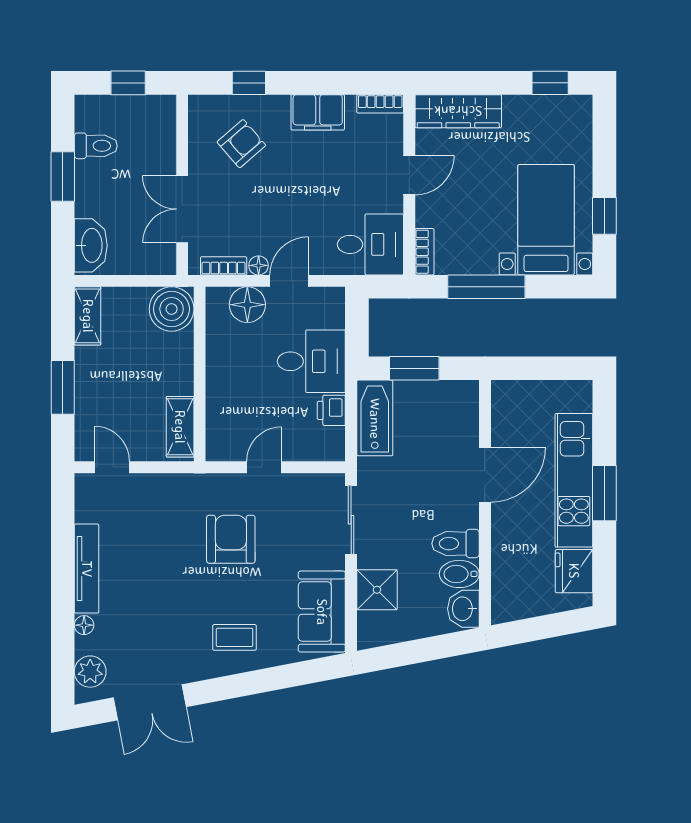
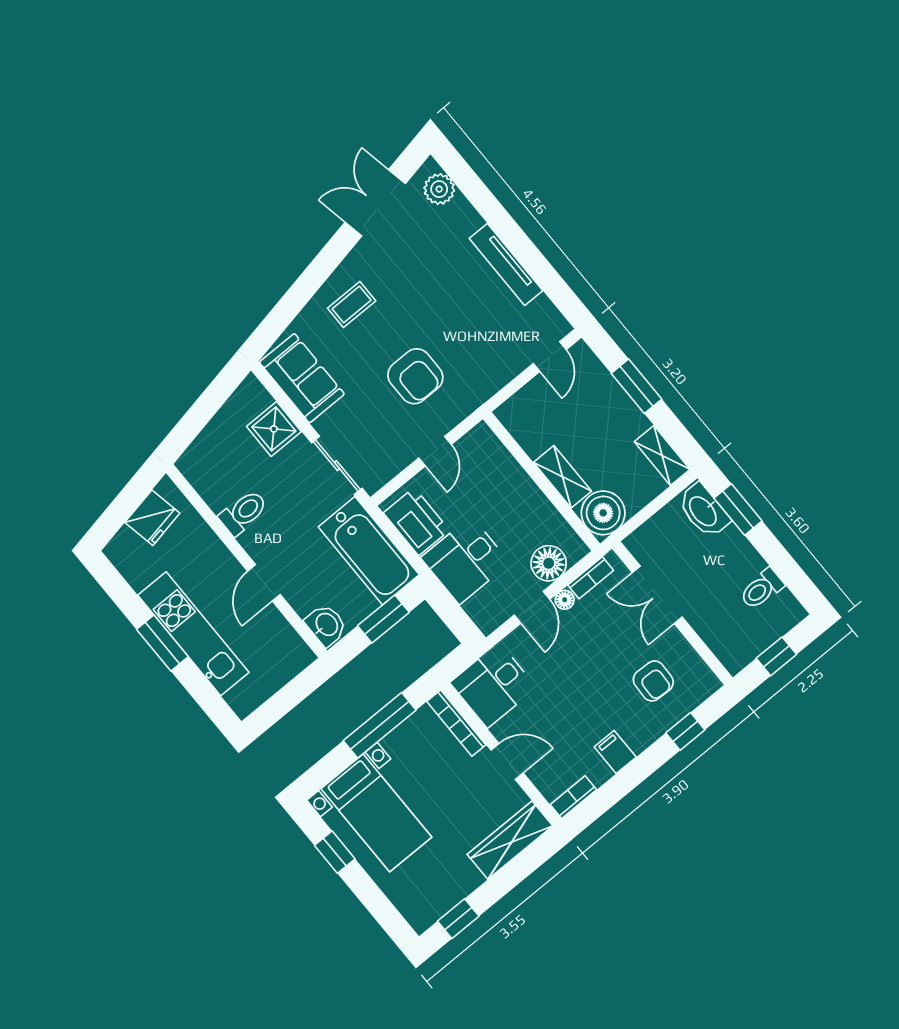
filing cabinet: (318, 112) -> (615, 752), width x0.50
armchair: (241, 144) -> (653, 681), turned -47
door: (409, 175) -> (507, 762), swing flipped
window: (63, 176) -> (738, 509), moved
double door: (182, 209) -> (657, 595), swing flipped
bookcase: (424, 252) -> (456, 723), width x1.56
printer: (331, 410) -> (416, 522), width x1.87, depth x1.48
bathtub: (375, 418) -> (369, 551), width x1.36, depth x1.36
shelving: (180, 427) -> (562, 477), moved
door: (112, 467) -> (550, 357), hinge flipped
door: (485, 475) -> (264, 583), width x0.73
fridge: (574, 571) -> (152, 518), moved, turned 79
bidet: (459, 574) -> (222, 492), removed
washbasin: (463, 609) -> (326, 625), moved
floor lamp: (84, 625) -> (473, 220), removed

